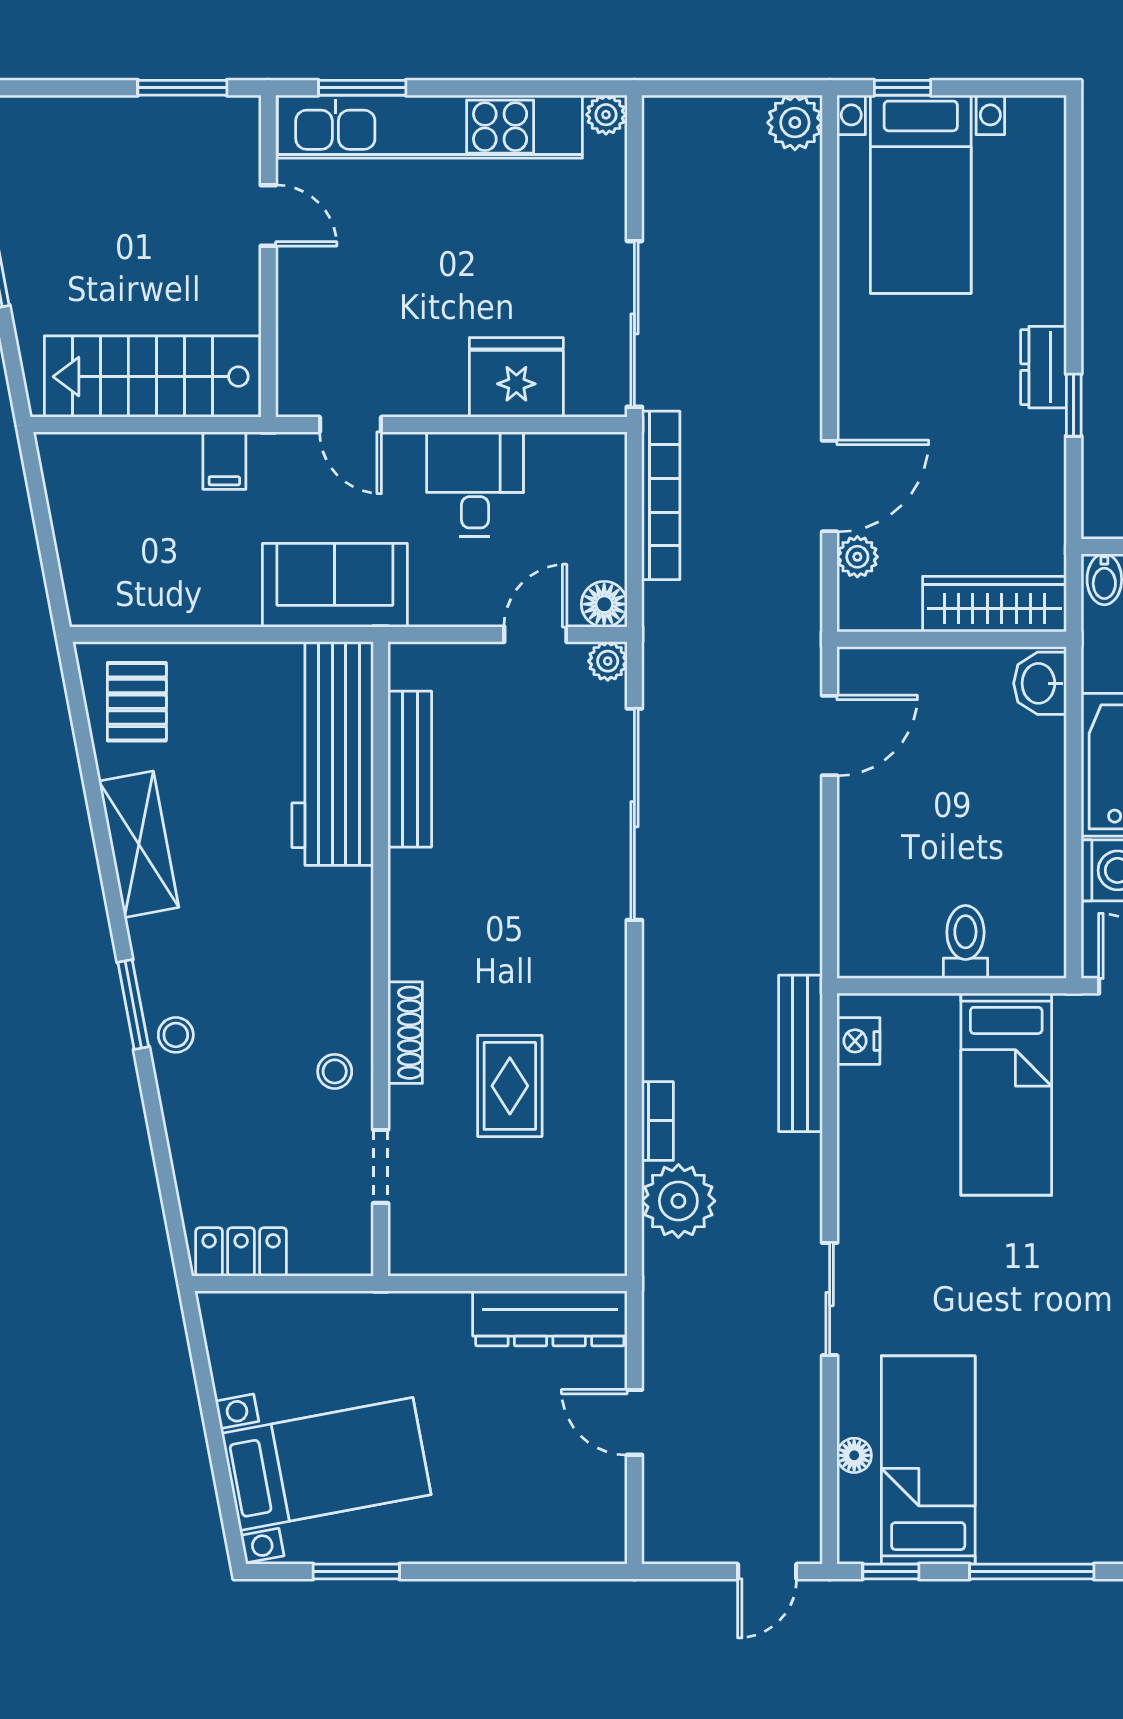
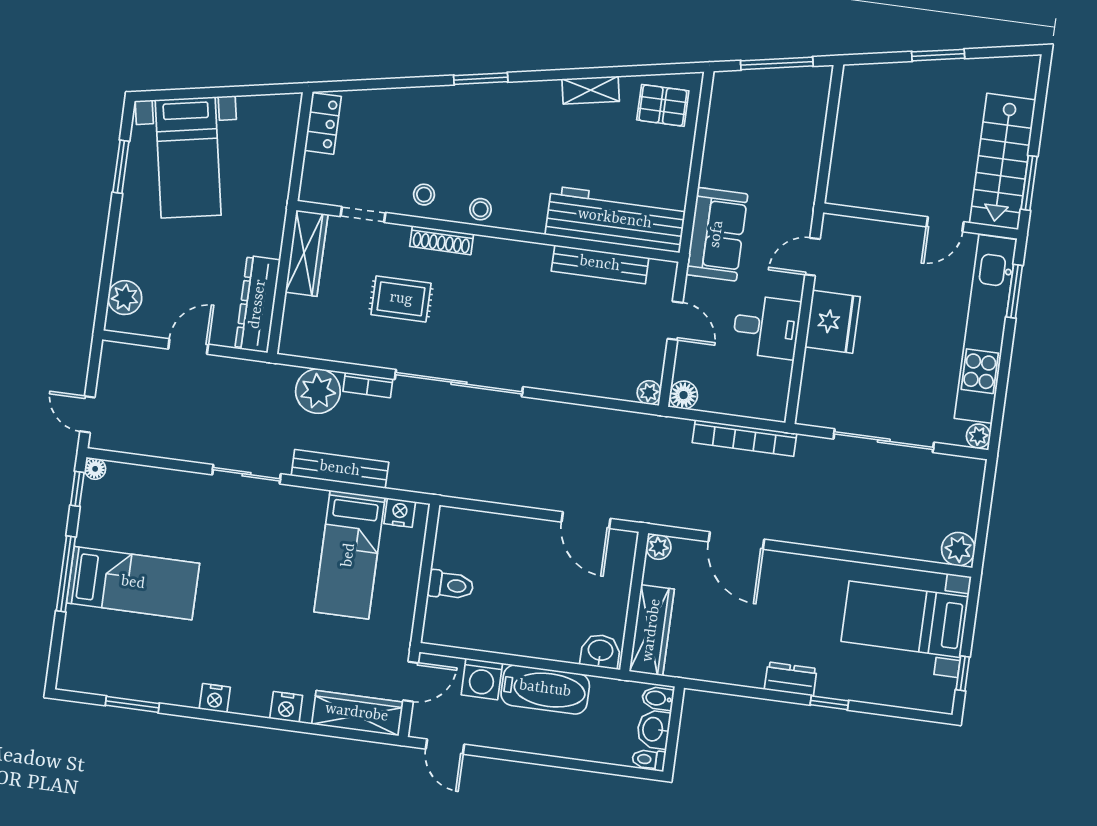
window: (902, 88) -> (963, 673), moved
sliding door: (634, 324) -> (884, 441), moved
stairs: (152, 377) -> (1003, 161), moved, turned 180
fridge: (516, 377) -> (833, 322), moved
window: (1074, 405) -> (829, 703), moved
filing cabinet: (224, 461) -> (801, 178), removed
window: (43, 525) -> (777, 63), added
plant: (857, 557) -> (658, 547), moved
door: (535, 634) -> (675, 321), moved
sliding door: (634, 814) -> (459, 383), moved
shelving: (139, 844) -> (591, 90), width x0.67, depth x0.75
stool: (176, 1035) -> (481, 209), moved
bench: (800, 1053) -> (340, 469), moved
bed: (1006, 1094) -> (349, 555), moved, turned -90
wardrobe: (456, 1250) -> (307, 253), added
floor lamp: (854, 1455) -> (95, 469), moved
bed: (928, 1460) -> (133, 583), moved
plant: (568, 1536) -> (125, 298), added

